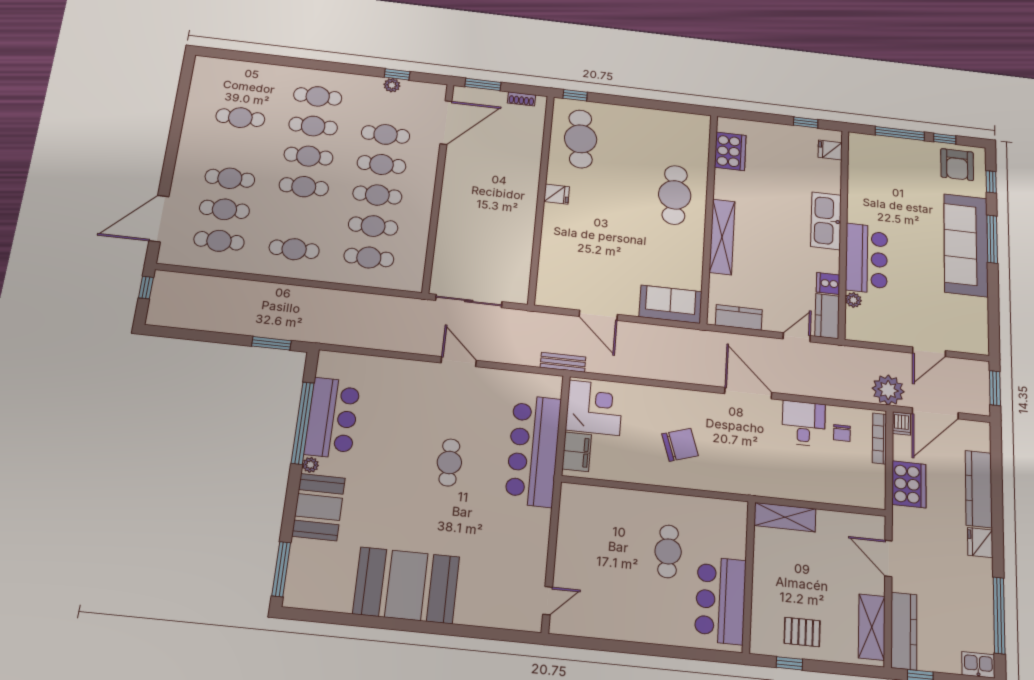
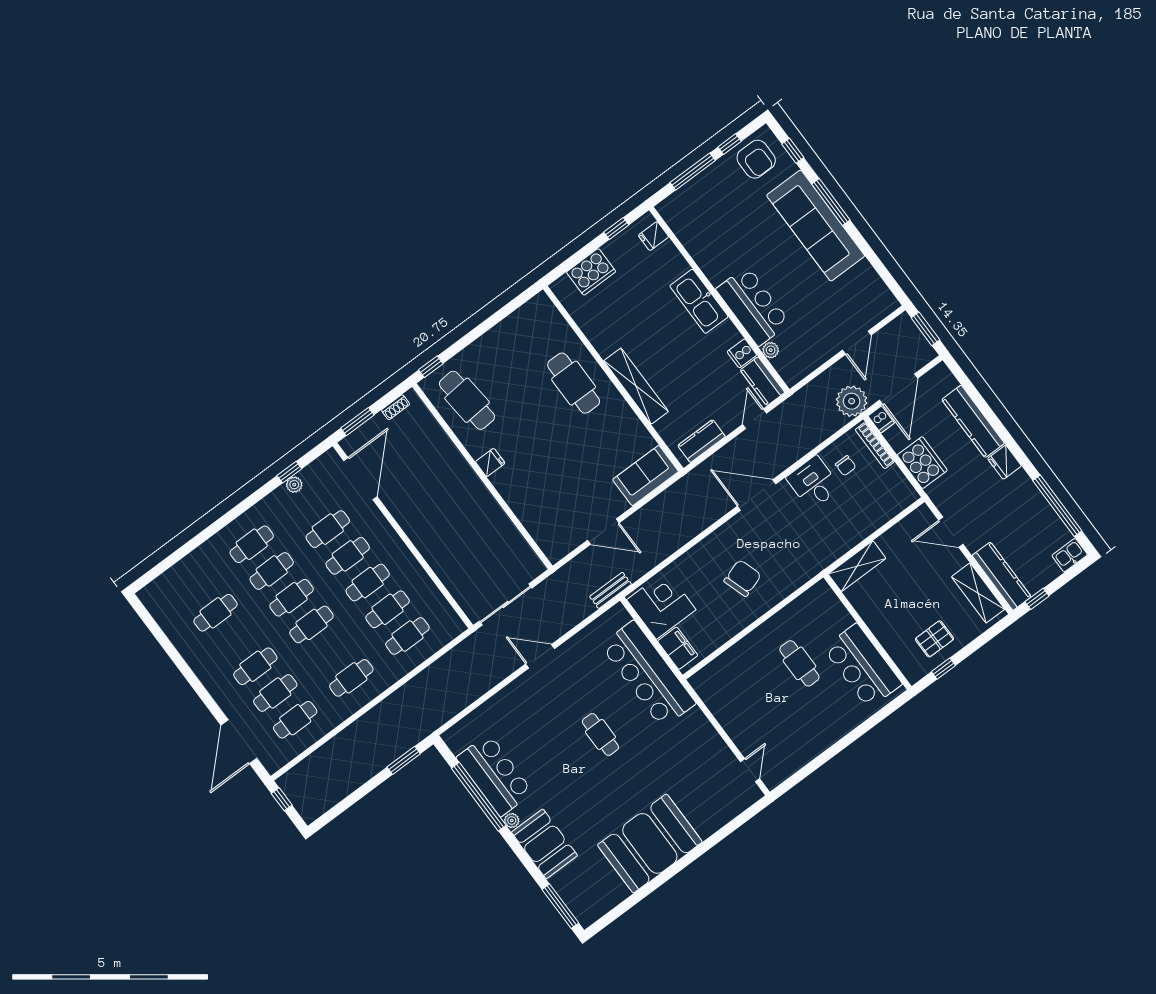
cooker: (730, 151) -> (591, 272), moved, turned 90

